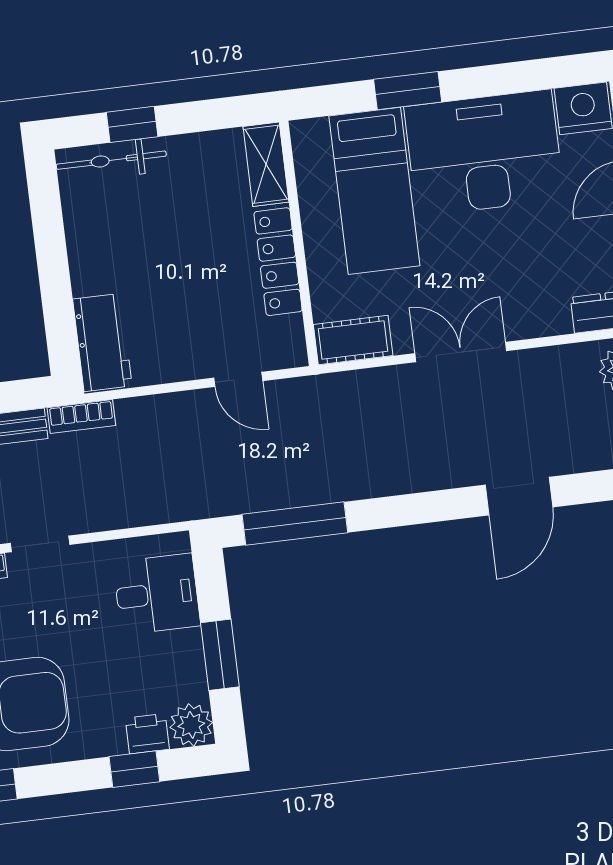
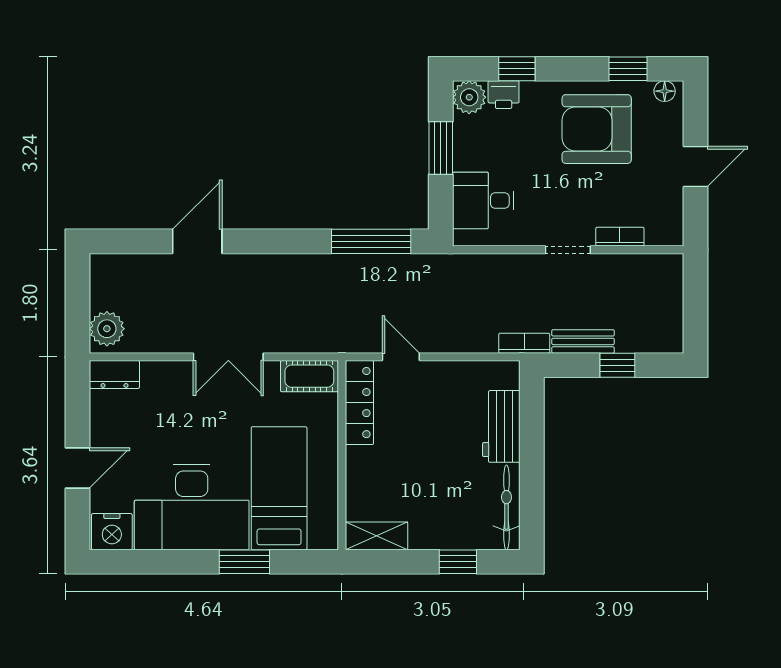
bicycle: (111, 160) -> (506, 507), moved, turned -90
shelving: (266, 164) -> (377, 536), moved, turned 90
locker: (278, 262) -> (359, 403), moved
workbench: (102, 342) -> (501, 426), moved

